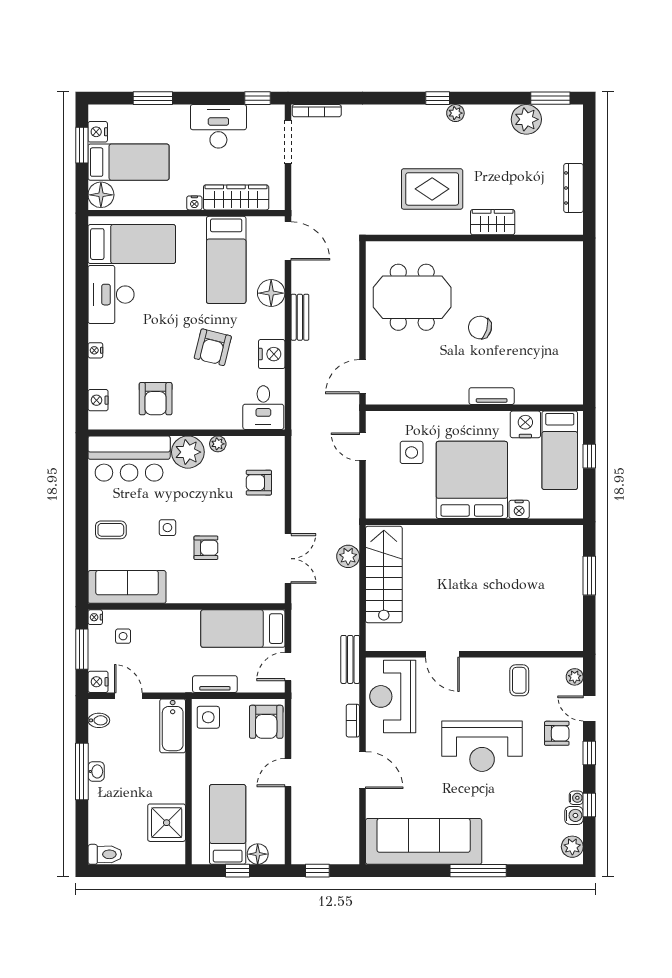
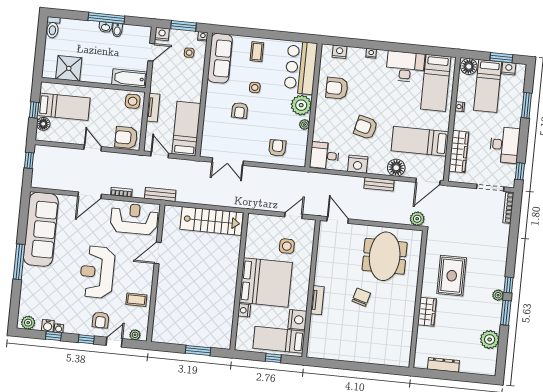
window: (550, 98) -> (506, 313), moved
nightstand: (194, 203) -> (460, 107), moved
plant: (348, 556) -> (417, 219), moved
bidet: (99, 720) -> (117, 30), moved

